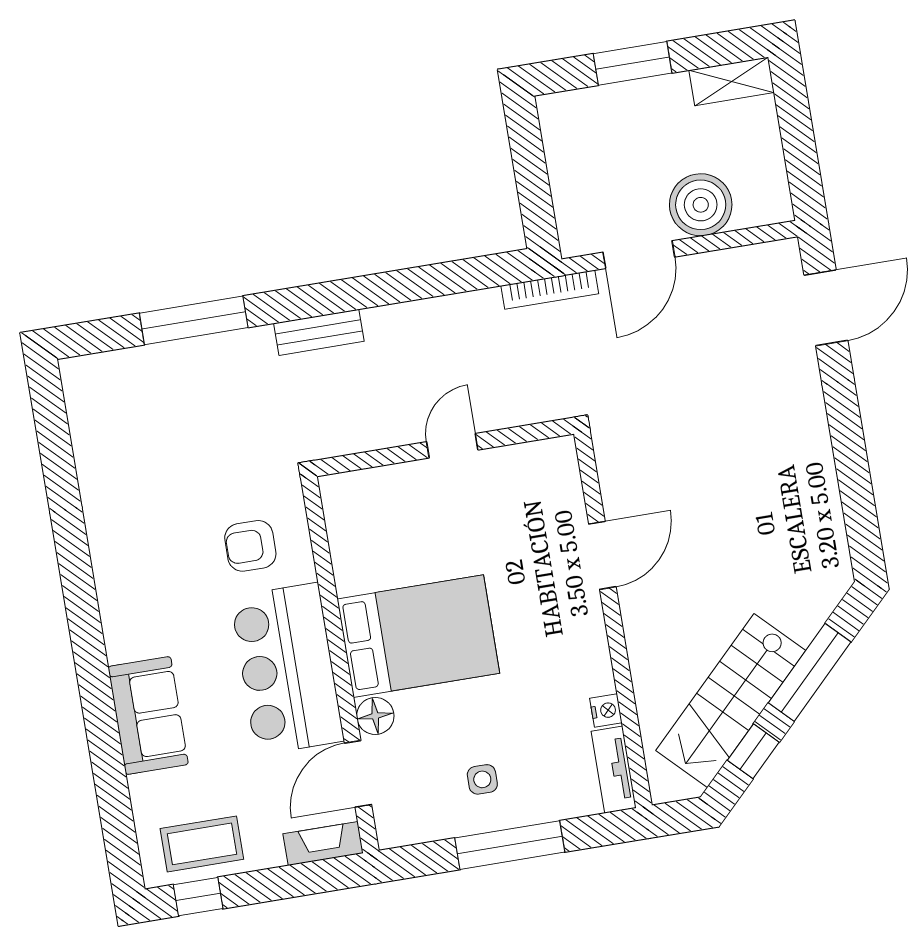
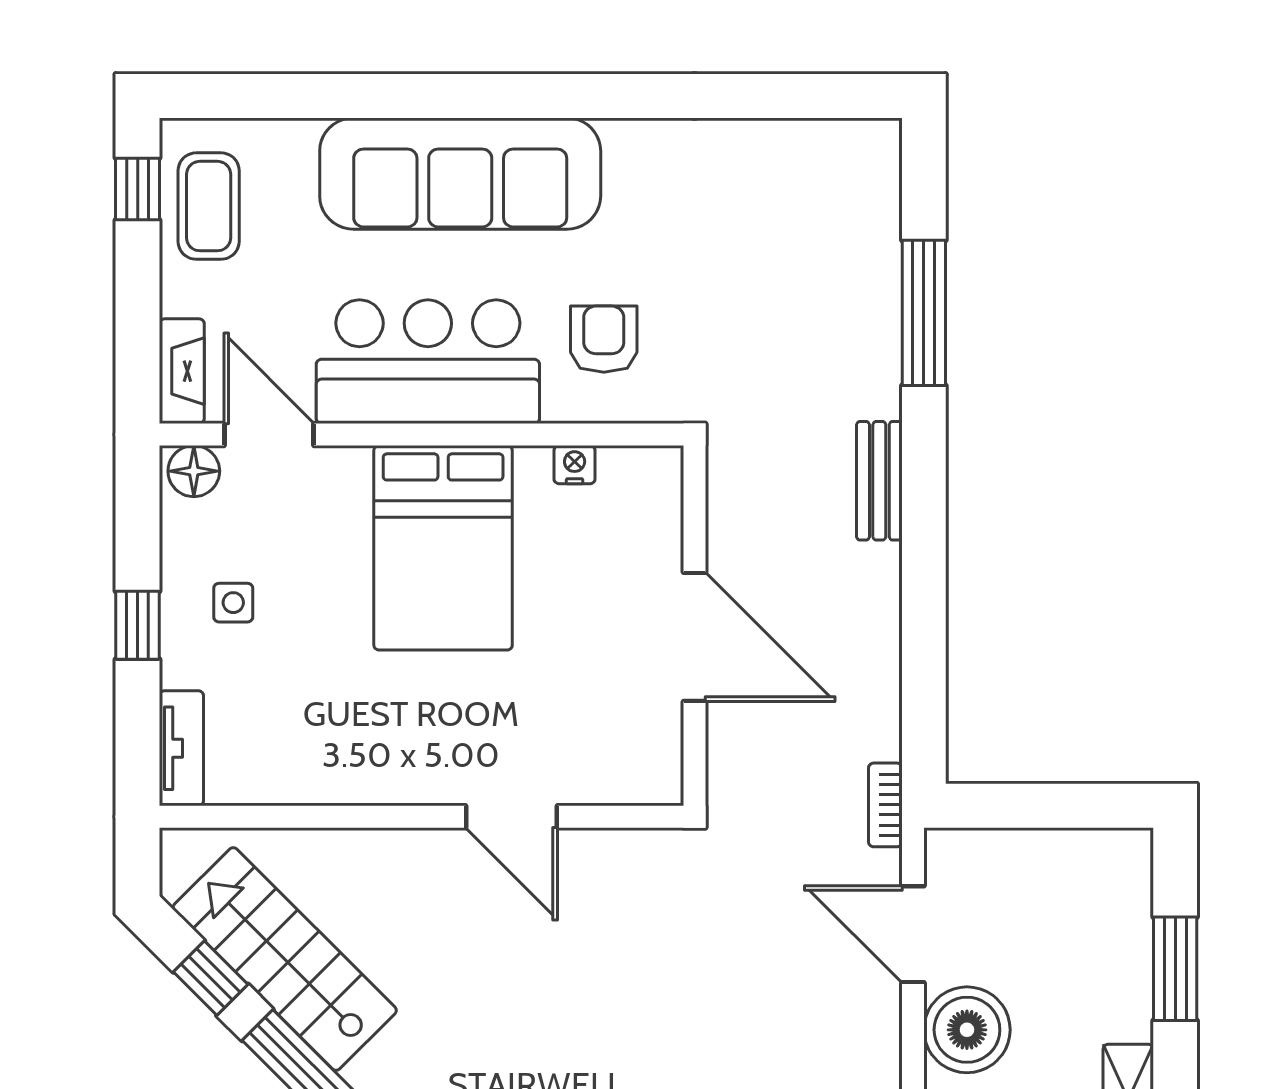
bookcase: (550, 290) -> (885, 805), width x0.64
door: (452, 446) -> (695, 637), width x1.88
nightstand: (606, 710) -> (575, 465), moved, turned 180
sofa: (148, 716) -> (460, 174), width x1.85, depth x1.27
floor lamp: (375, 716) -> (194, 471), moved
tv unit: (614, 770) -> (181, 748), moved, turned 90
window: (510, 845) -> (138, 625), width x0.46

